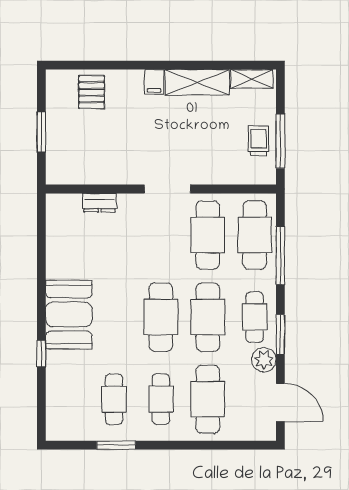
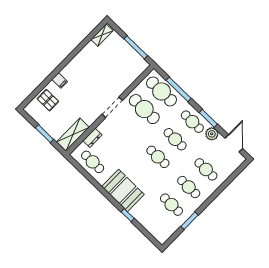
filing cabinet: (154, 82) -> (60, 80), moved
shelving: (197, 82) -> (73, 135), moved
trolley: (258, 141) -> (128, 55), removed
cafe table: (67, 235) -> (93, 162), added
cafe table: (161, 317) -> (158, 157), width x0.73, depth x0.74
cafe table: (208, 317) -> (175, 139), width x0.73, depth x0.74
cafe table: (208, 399) -> (206, 169), width x0.73, depth x0.74
door: (280, 402) -> (234, 143), hinge flipped

